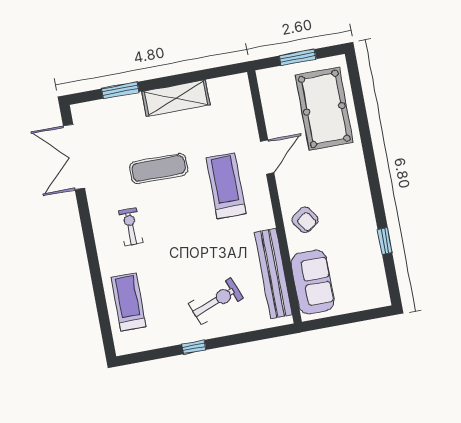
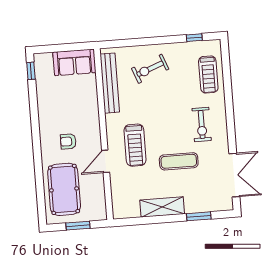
armchair: (305, 220) -> (68, 141), moved, turned -55
exercise bike: (131, 227) -> (202, 124), width x1.38, depth x1.39
window: (385, 241) -> (31, 71), moved
sofa: (313, 282) -> (74, 62), moved, turned -90
window: (194, 347) -> (194, 38), moved

